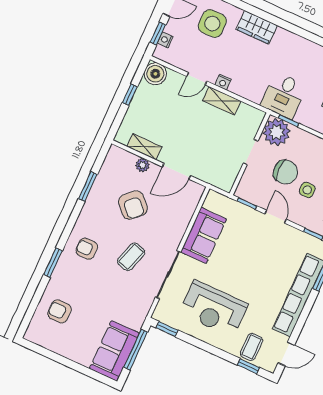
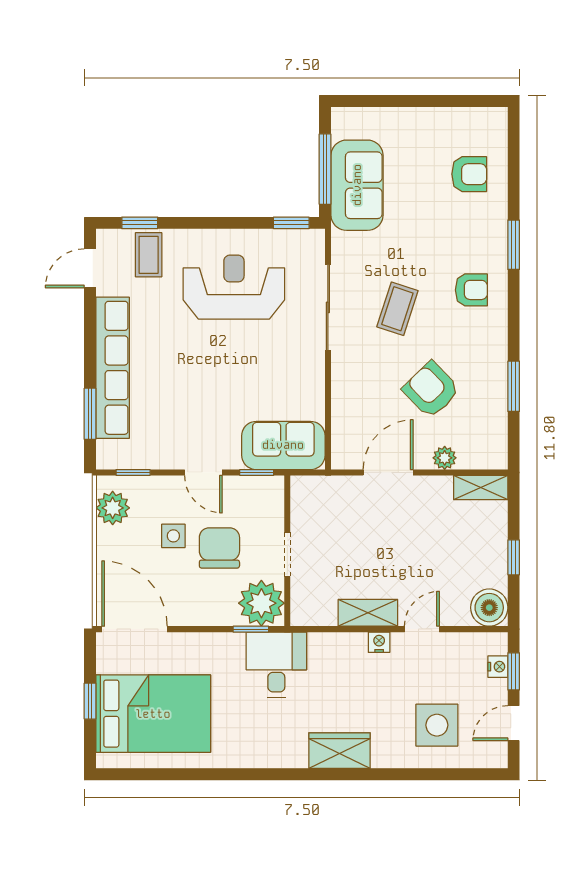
wardrobe: (257, 27) -> (340, 751), moved
shelving: (144, 147) -> (481, 488), moved
chair: (286, 172) -> (219, 548), turned 90
sofa: (204, 235) -> (283, 445), moved, turned 90
sofa: (114, 351) -> (357, 185), moved

